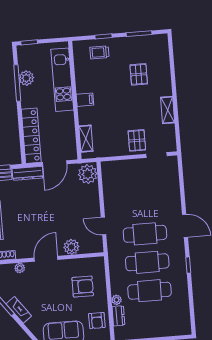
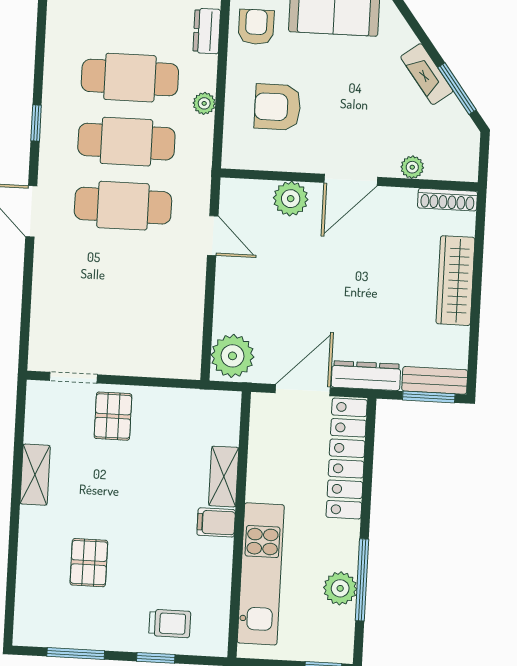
shelving: (86, 139) -> (224, 477), moved
plant: (117, 300) -> (204, 103), moved

